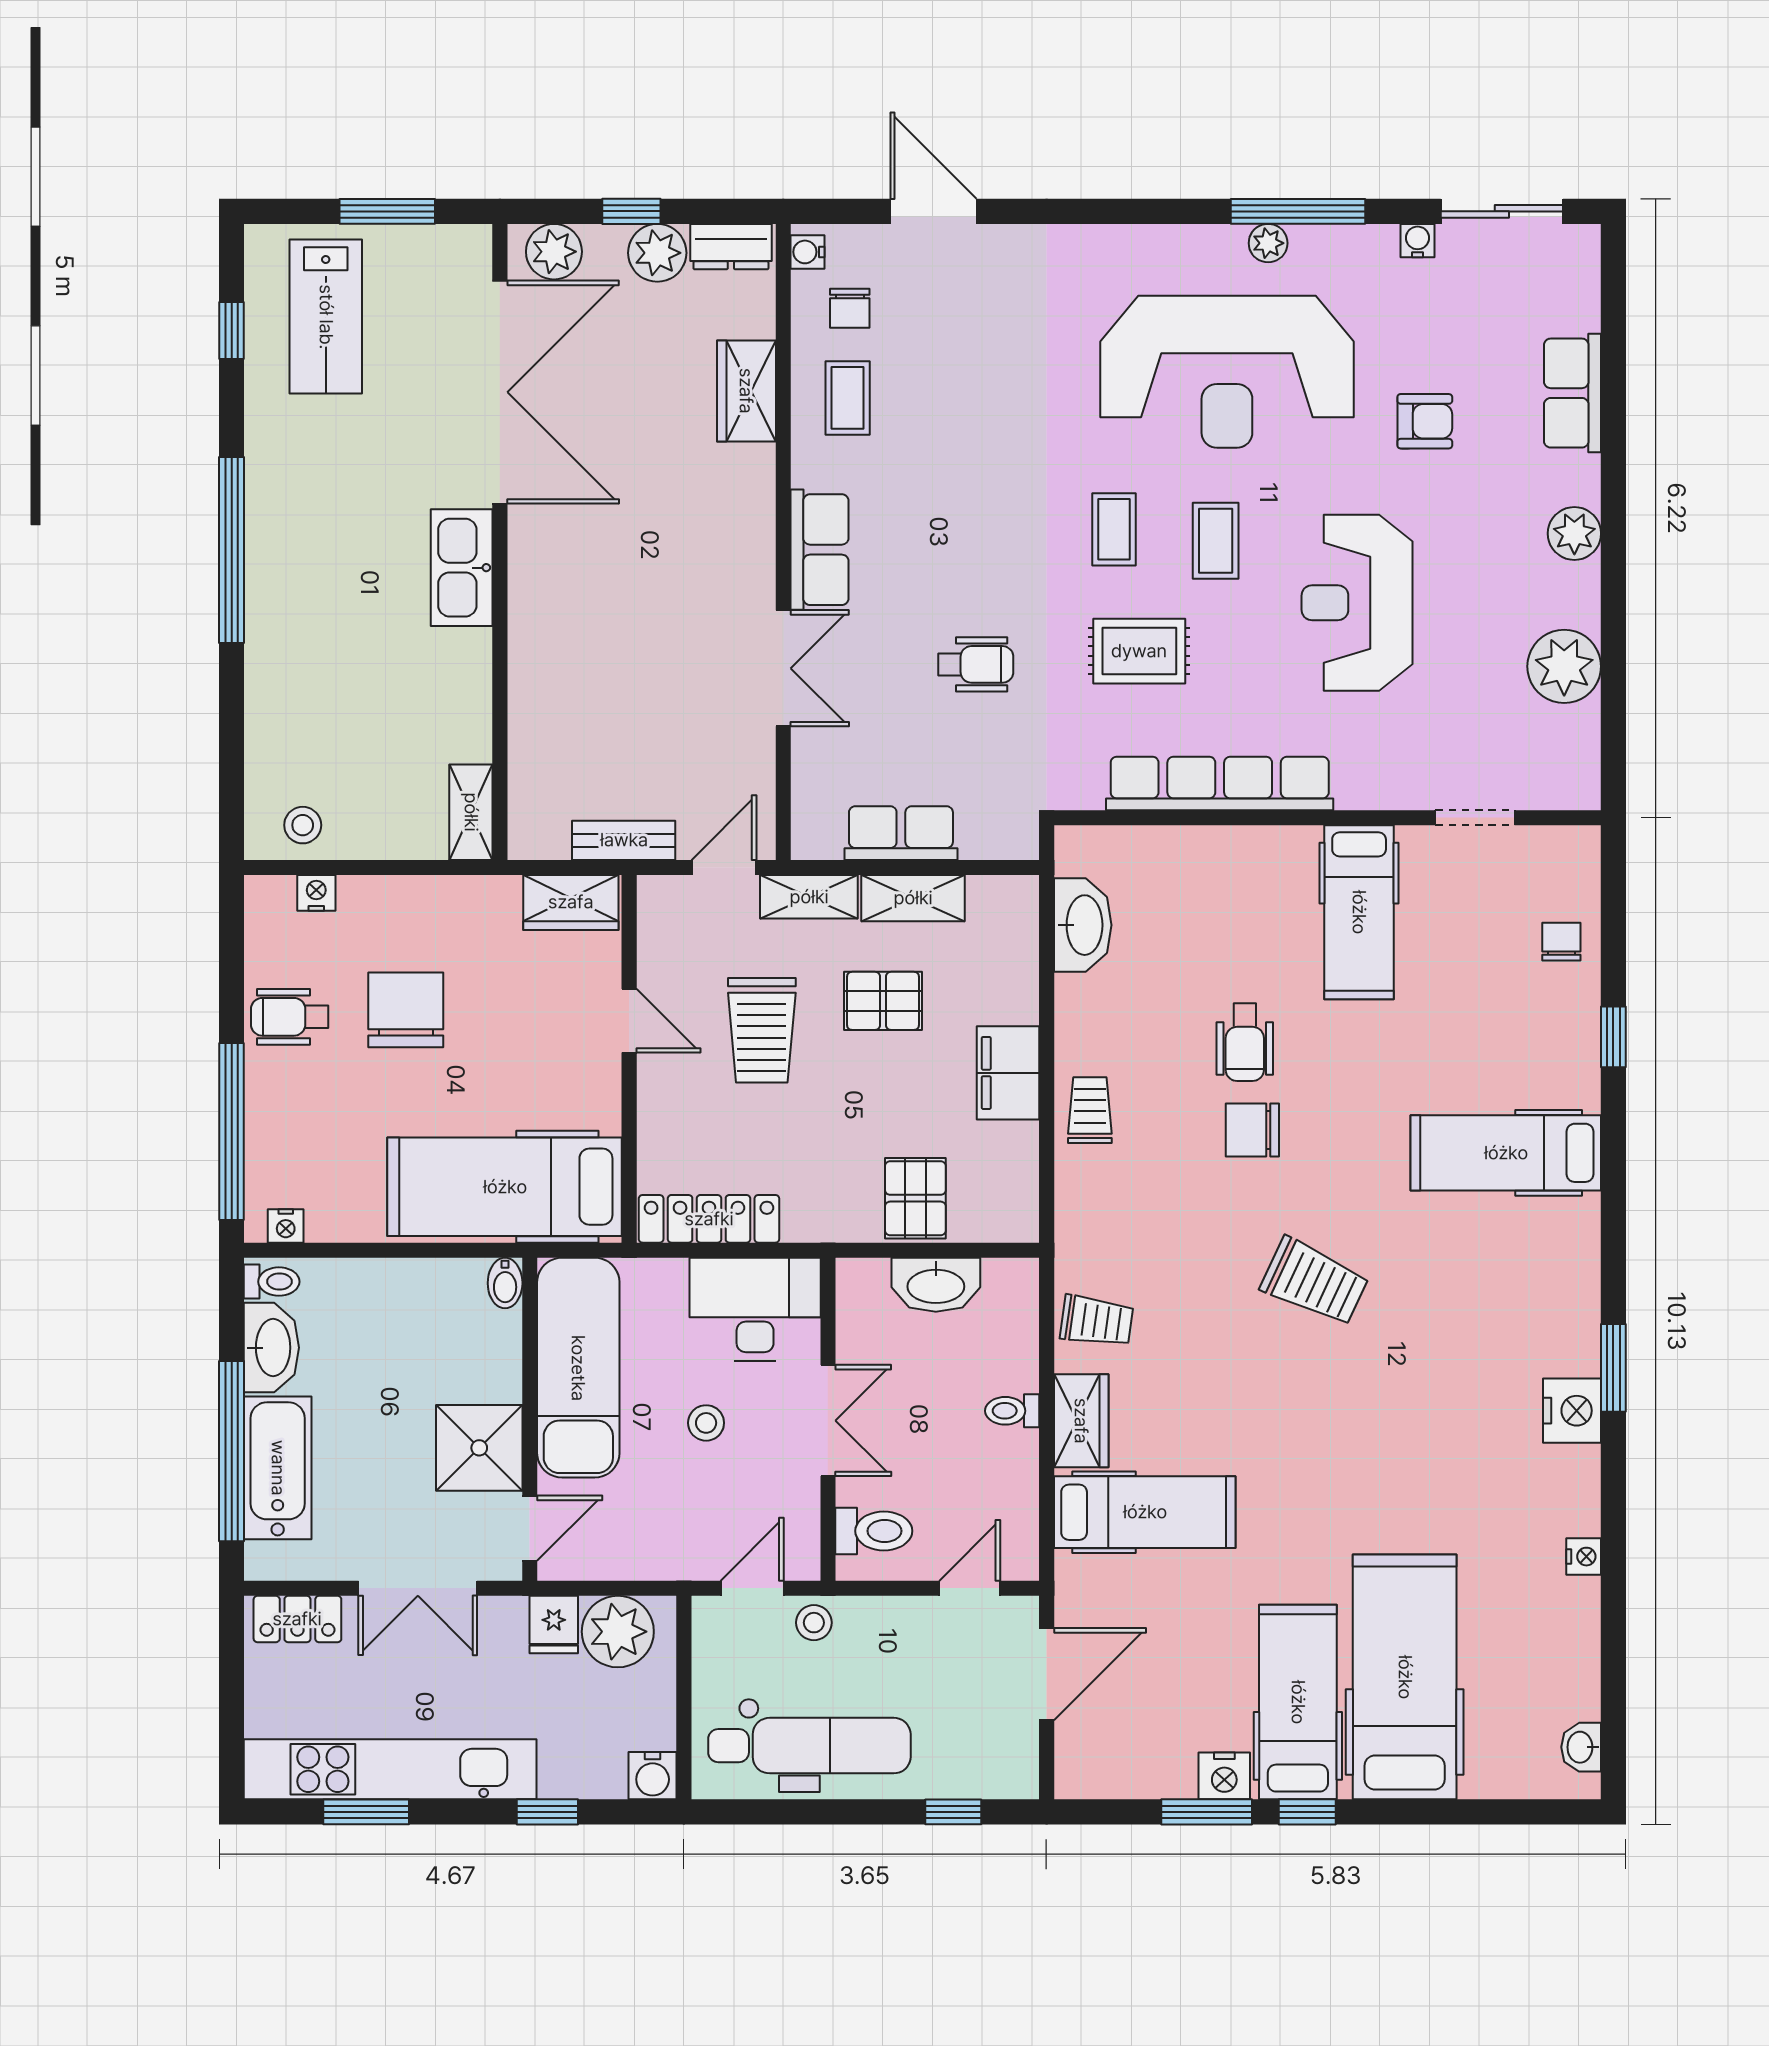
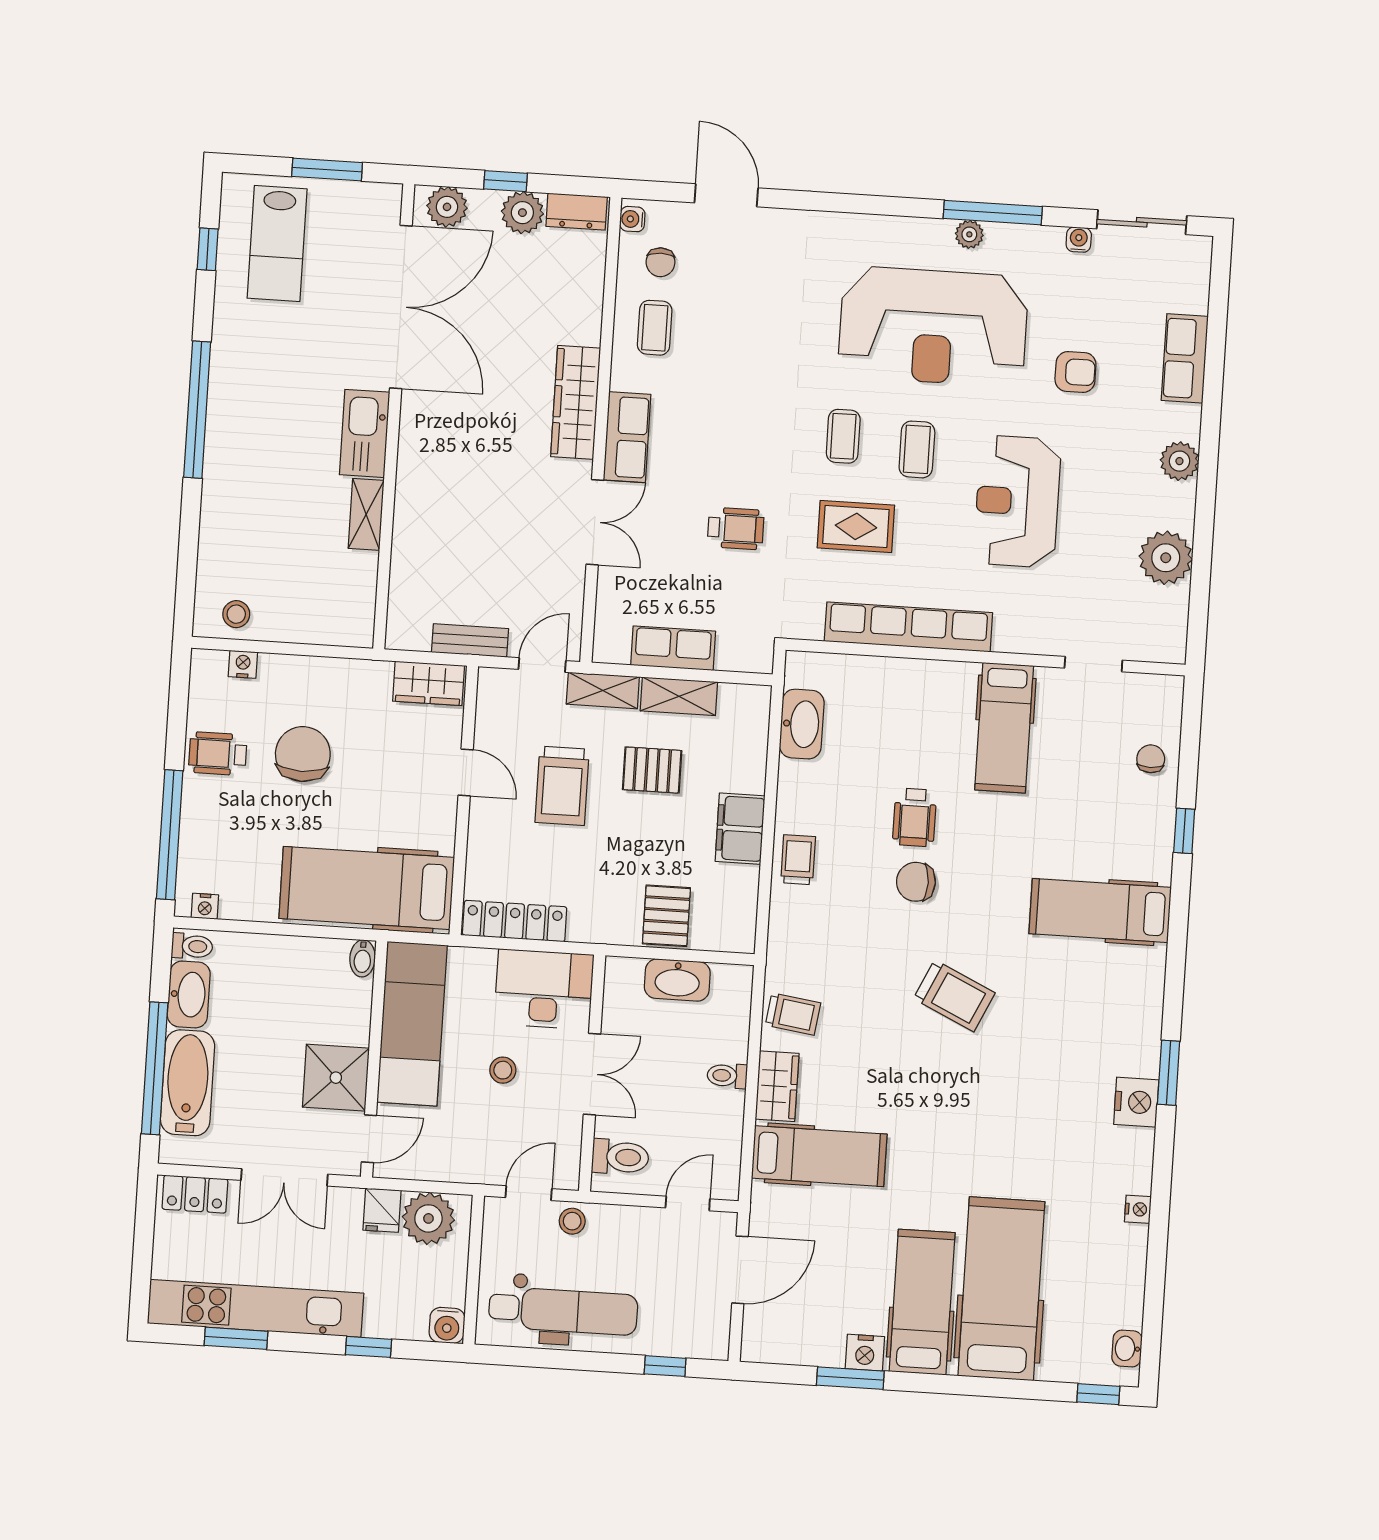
wardrobe: (746, 391) -> (576, 402), moved, width x1.50
shelving: (471, 812) -> (366, 514), moved
window: (1307, 1812) -> (1098, 1394), moved

